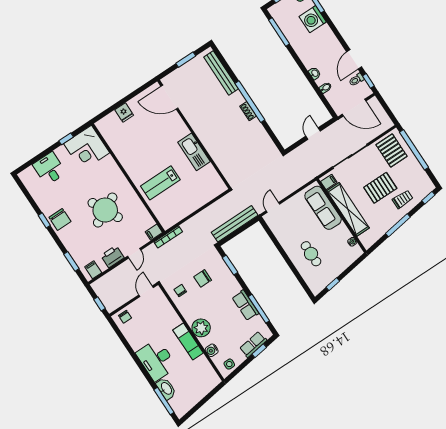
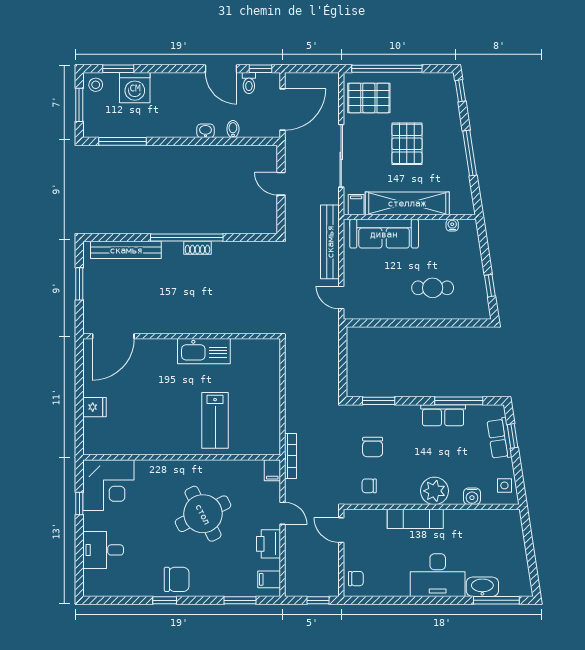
trolley: (403, 199) -> (441, 125), removed
bench: (235, 224) -> (330, 242), moved
exam couch: (188, 341) -> (415, 519), moved

